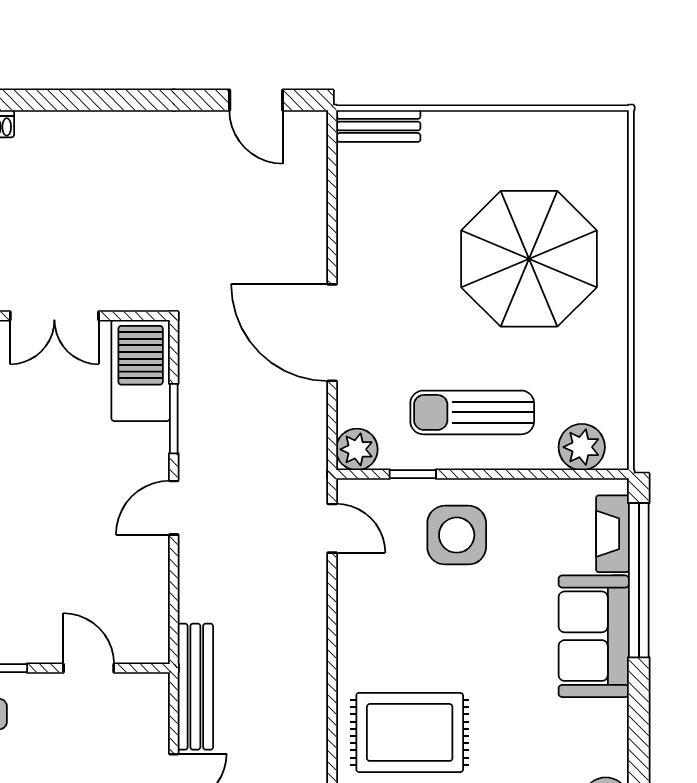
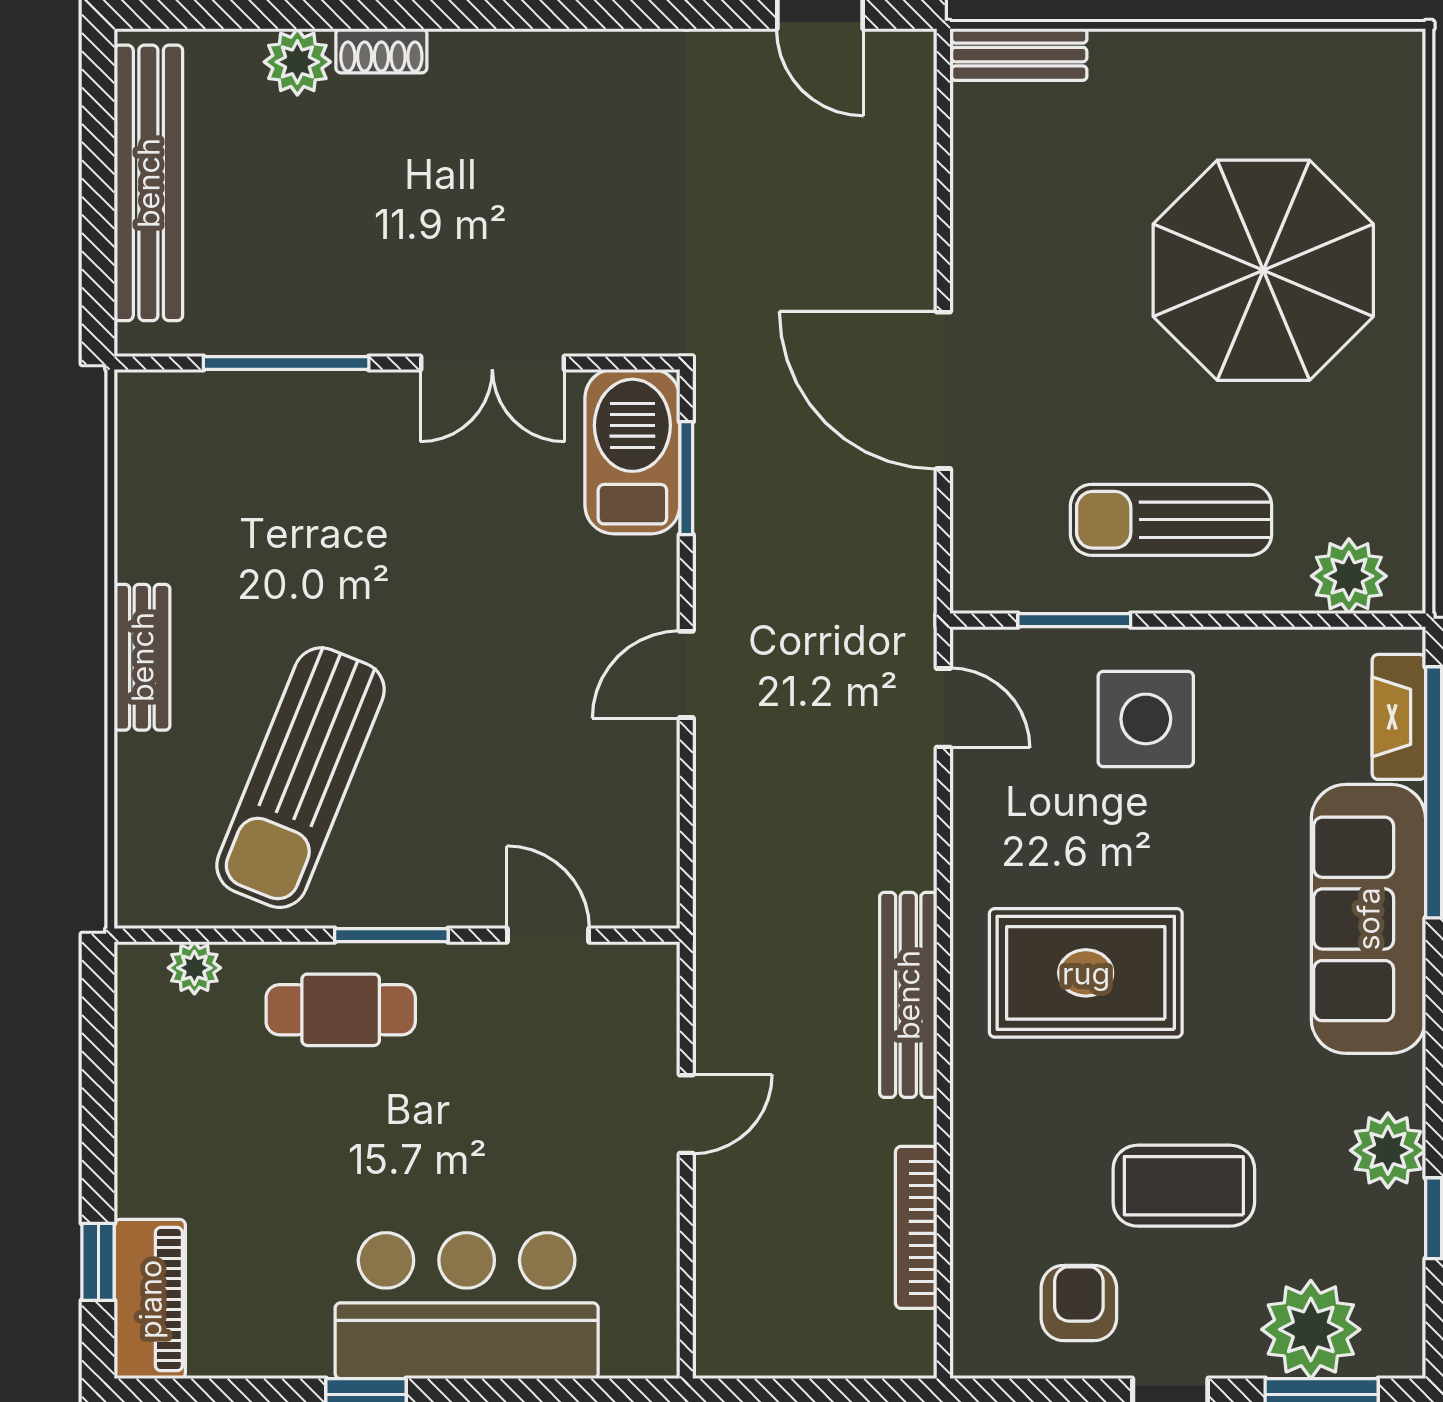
window: (174, 419) -> (686, 478), moved
plant: (357, 449) -> (984, 580), removed
window: (413, 474) -> (1074, 620), width x1.50
sofa: (594, 636) -> (1368, 919), width x1.36
bench: (195, 687) -> (908, 995), moved
rug: (410, 732) -> (1086, 973), moved

